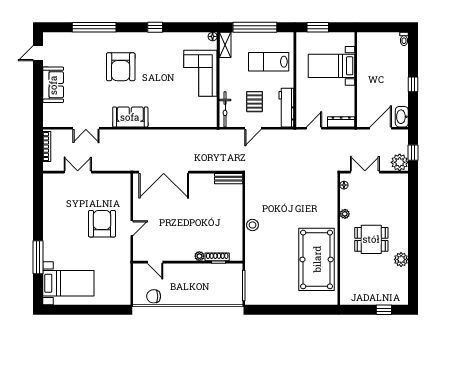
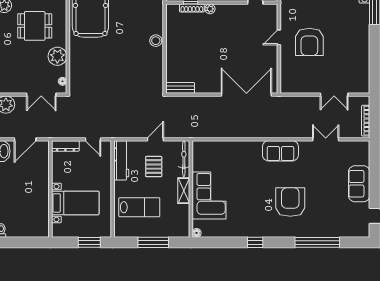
window: (255, 27) -> (153, 242), width x0.68
shelving: (225, 45) -> (184, 191), moved
door: (314, 128) -> (93, 139), hinge flipped
plant: (345, 214) -> (57, 56), width x1.88, depth x1.88

